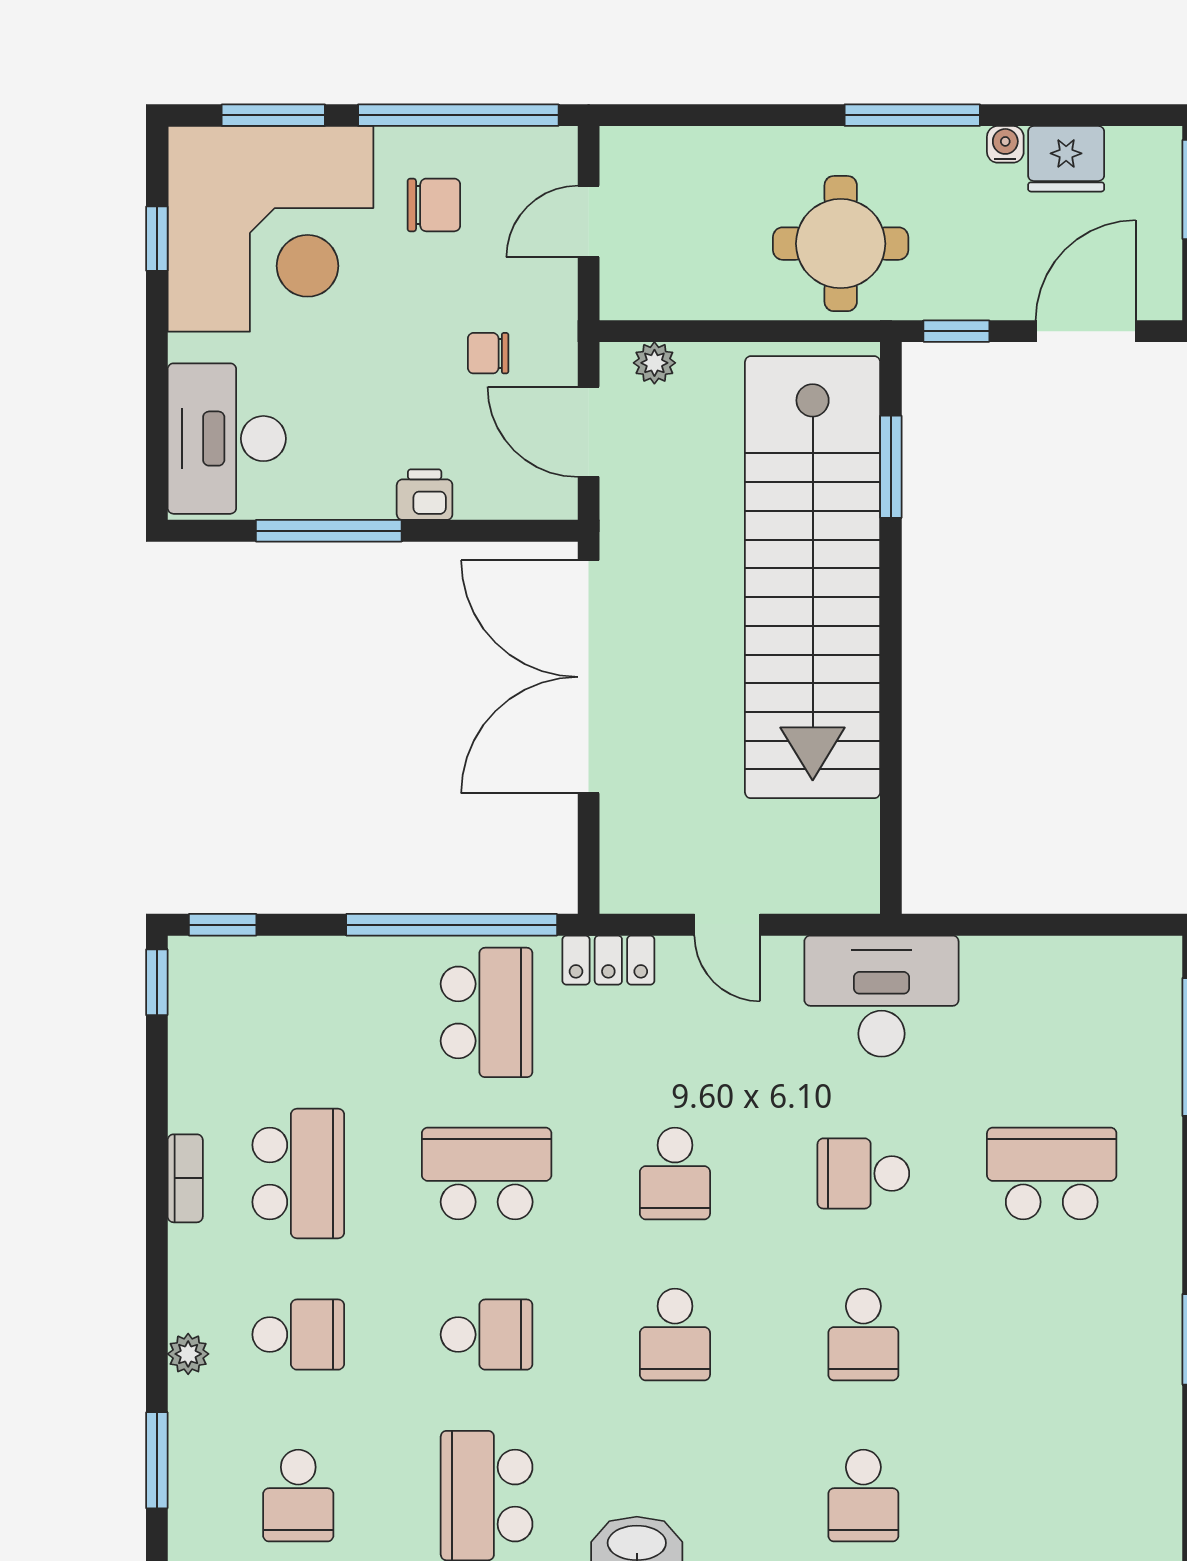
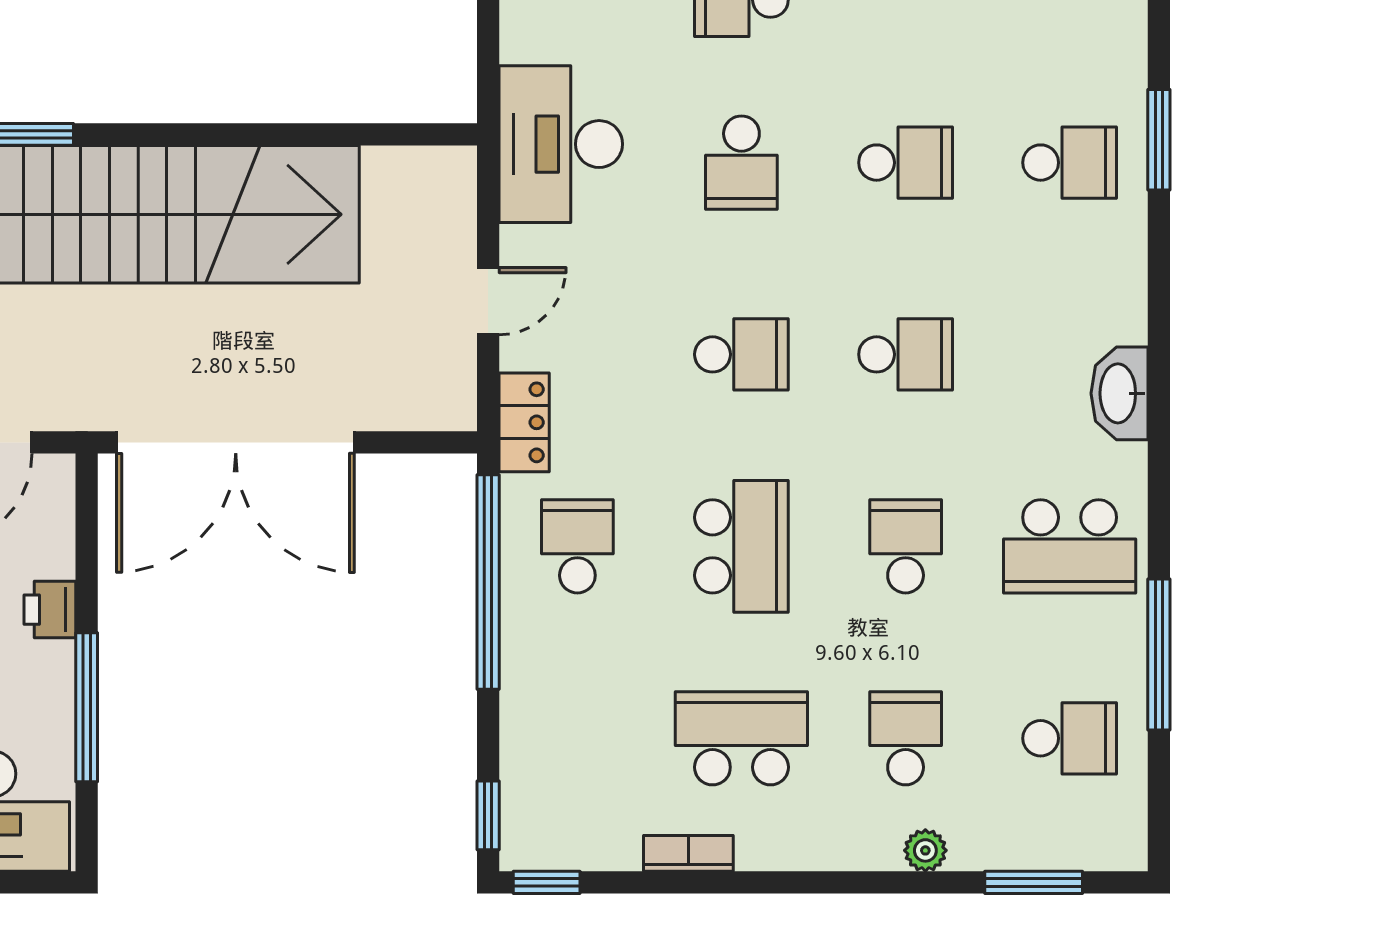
school desk: (487, 1012) -> (577, 546), width x0.54
school desk: (487, 1173) -> (741, 546), turned 180
bookcase: (185, 1178) -> (688, 853), moved

